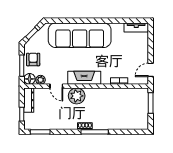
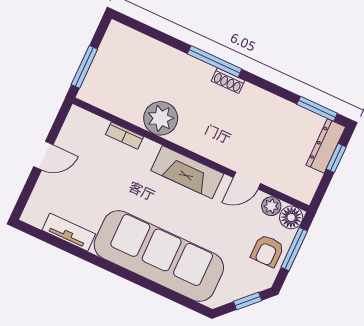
tv unit: (136, 27) -> (69, 232), moved
door: (151, 70) -> (43, 156), moved
door: (56, 86) -> (247, 181), swing flipped
plant: (77, 96) -> (161, 118), moved
dresser: (29, 100) -> (326, 146), moved

